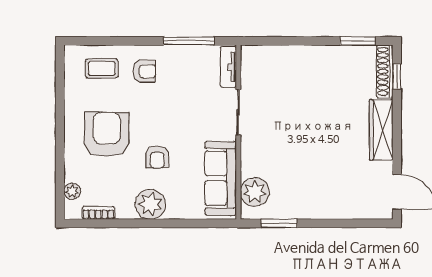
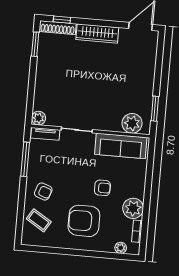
plant: (250, 55) -> (39, 118), added
coffee table: (102, 68) -> (39, 220), turned -58
armchair: (144, 71) -> (43, 191), turned 110
plant: (150, 204) -> (133, 208), moved

